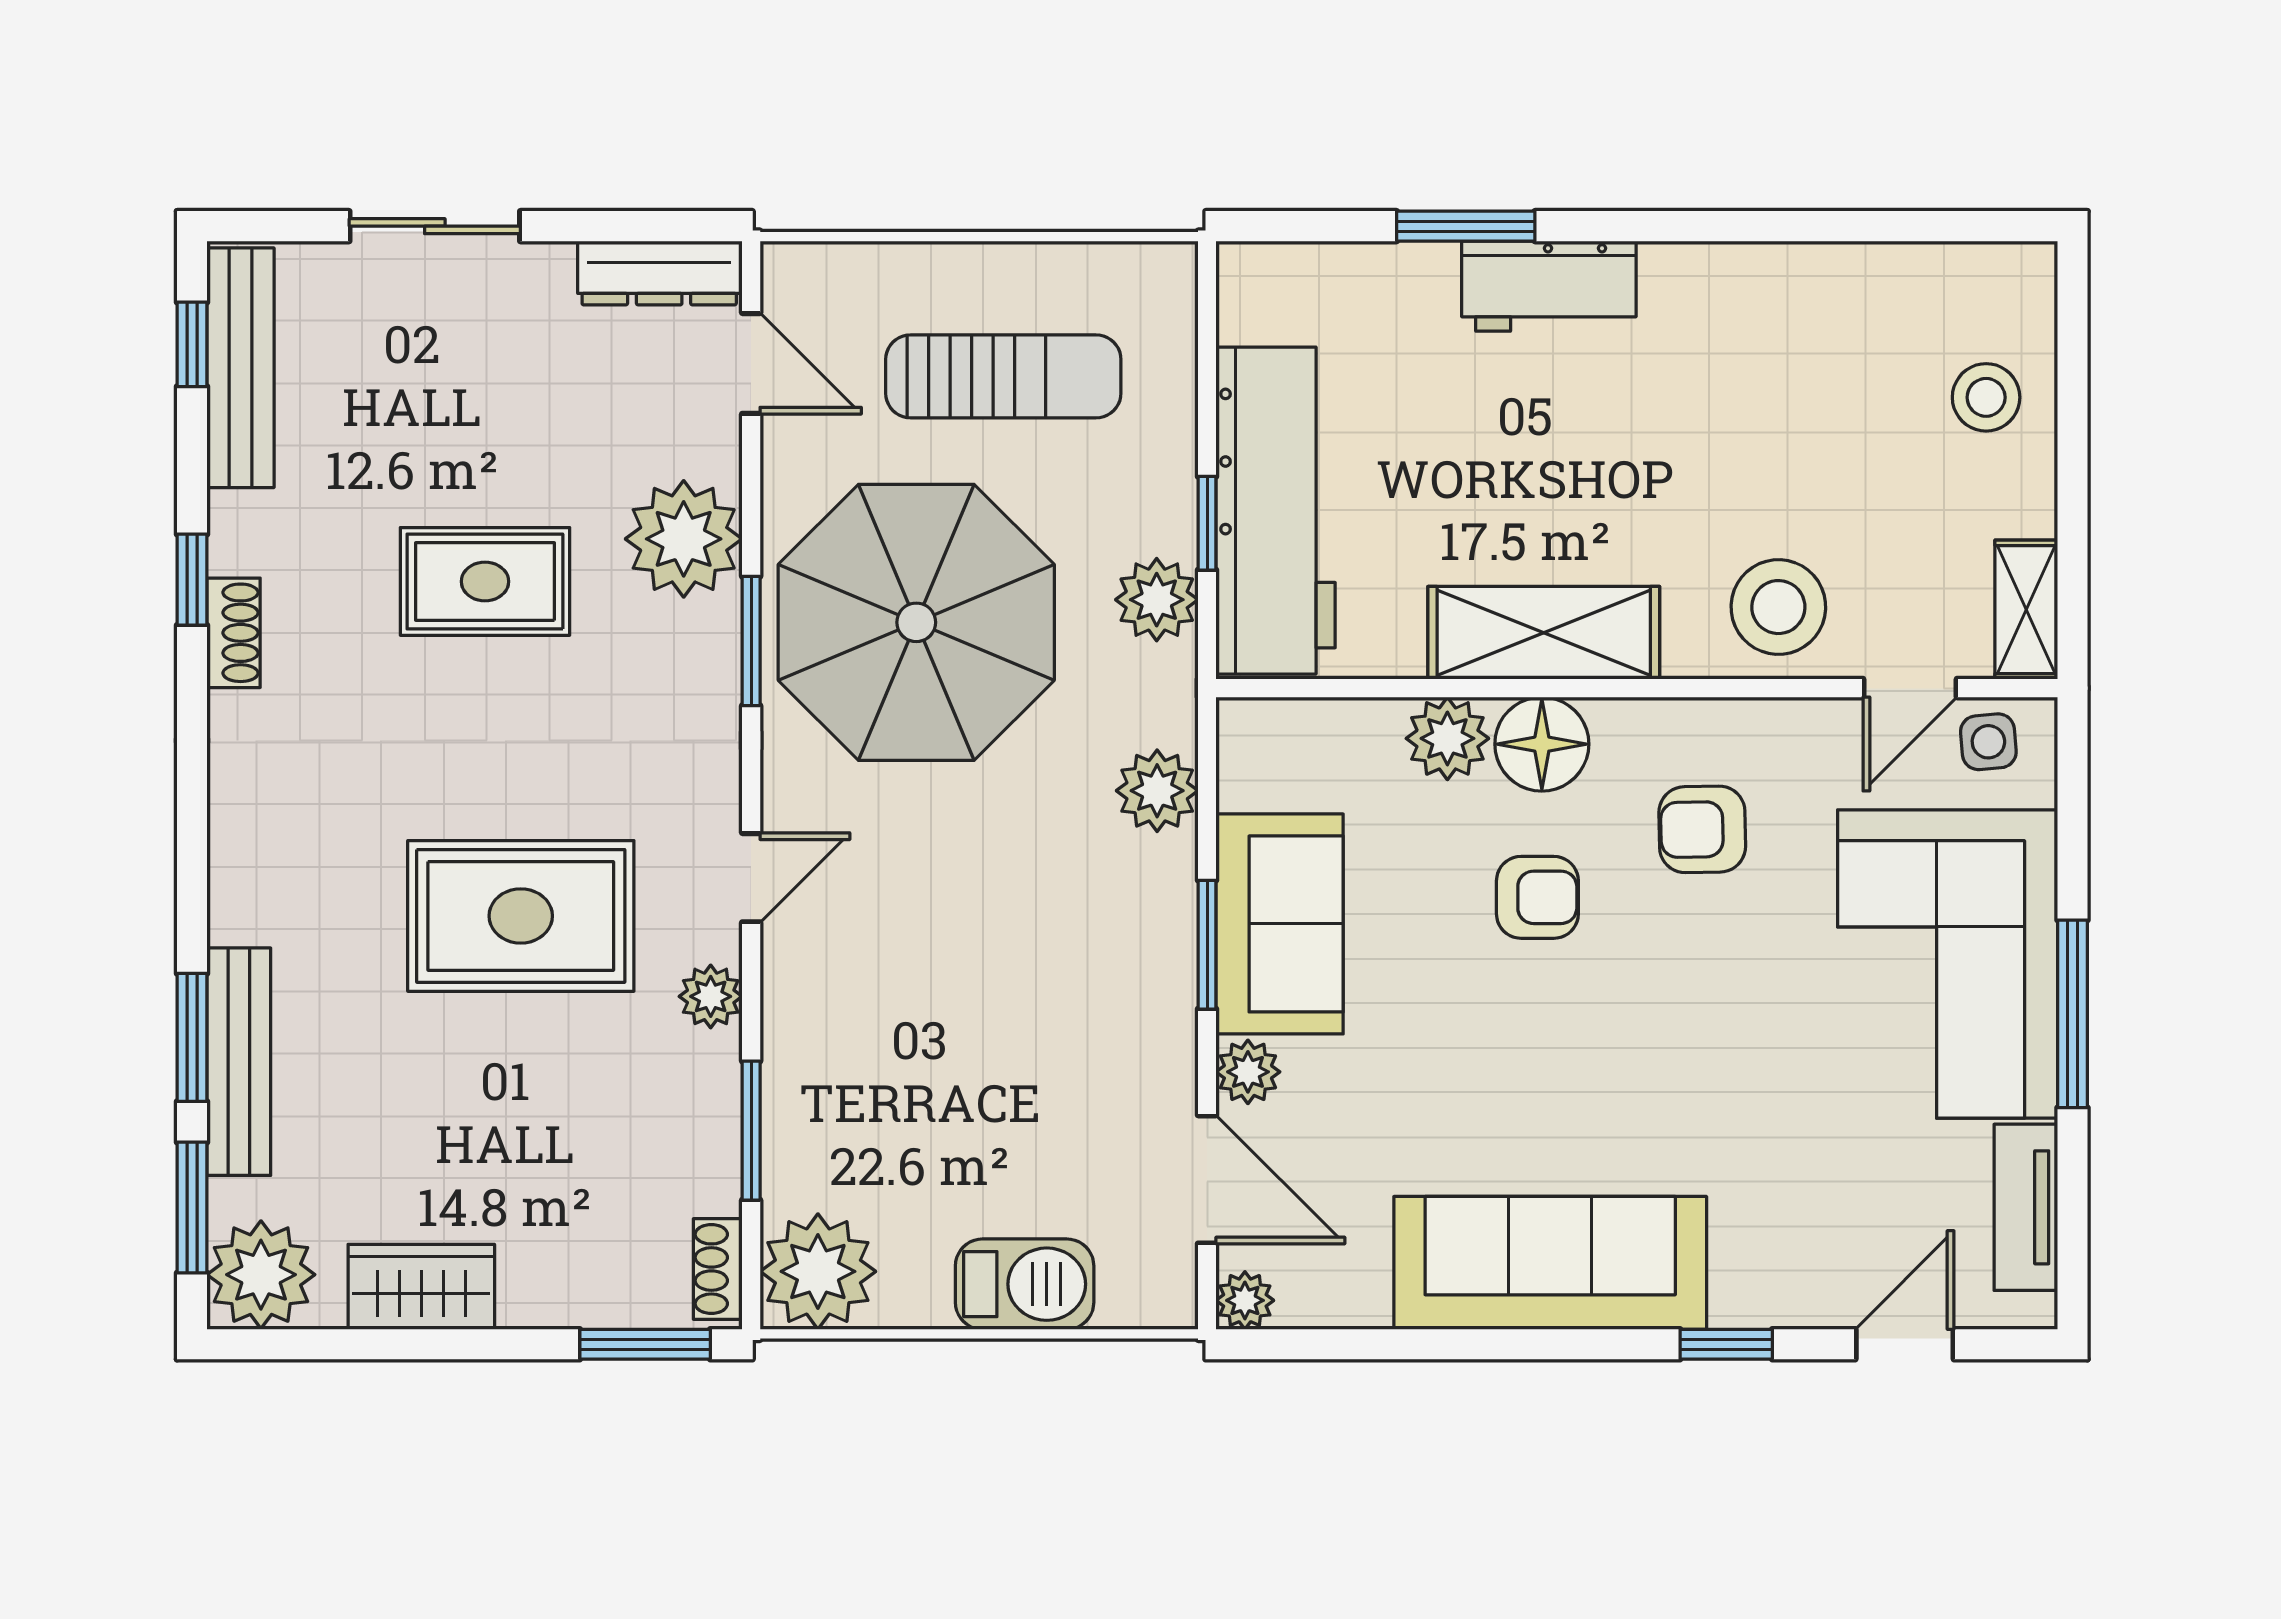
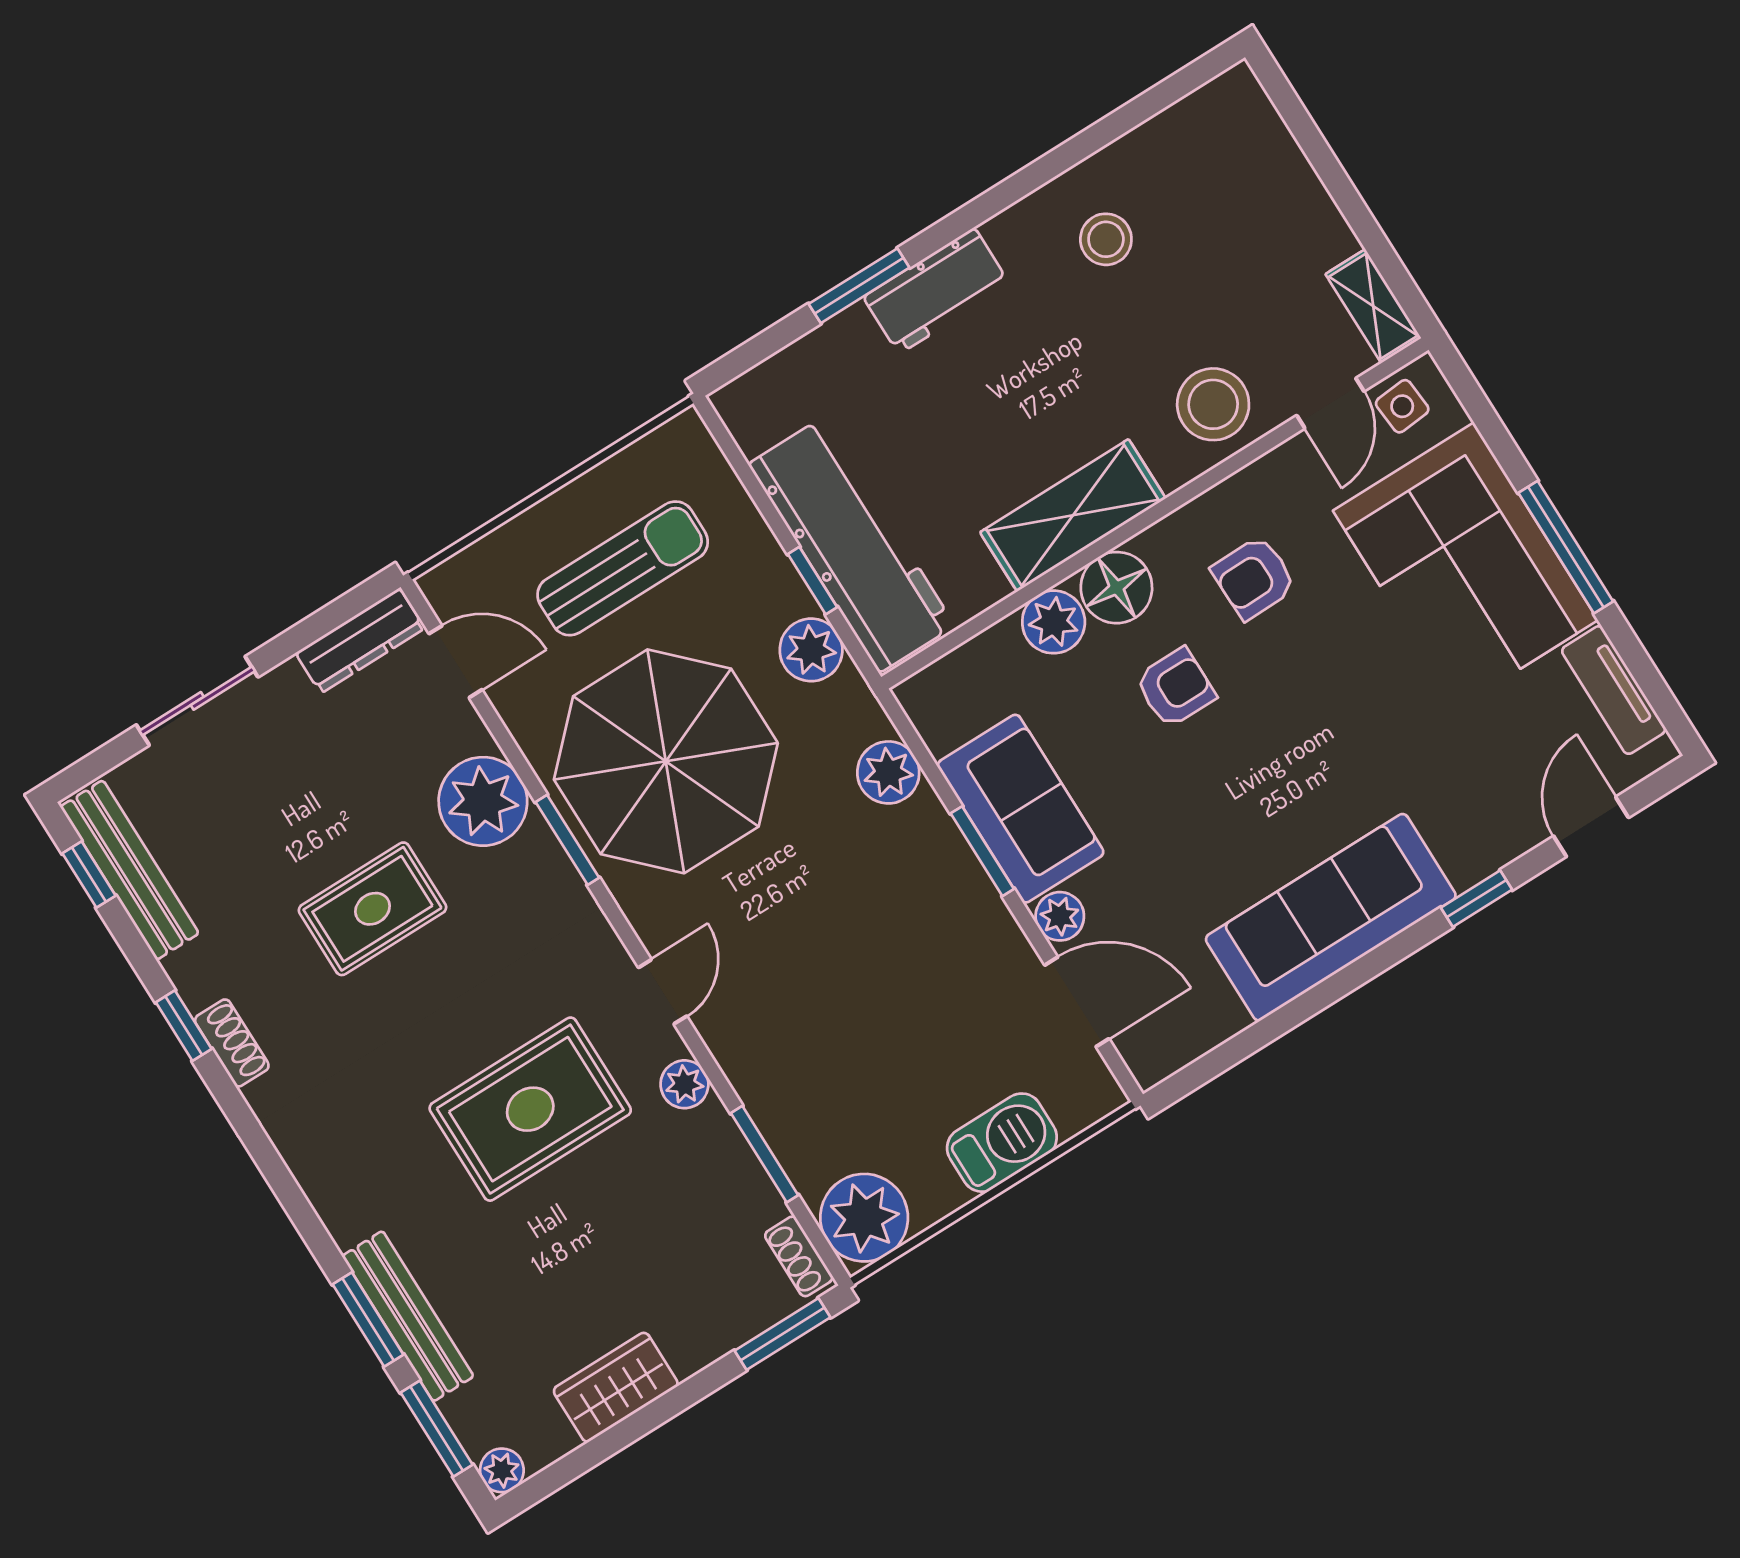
stool: (1986, 397) -> (1106, 239), moved
plant: (261, 1275) -> (502, 1470), width x0.53, depth x0.53
plant: (1245, 1300) -> (1150, 1064), removed

